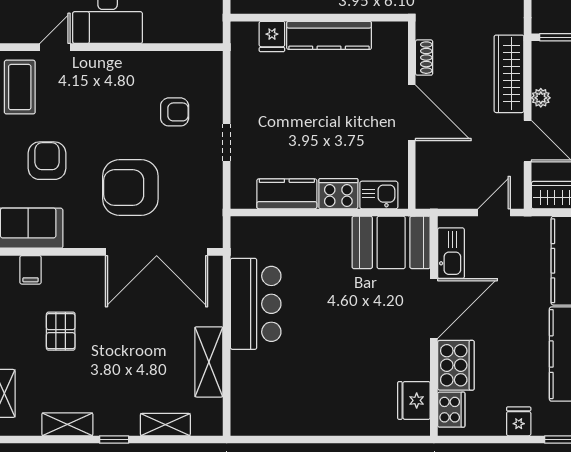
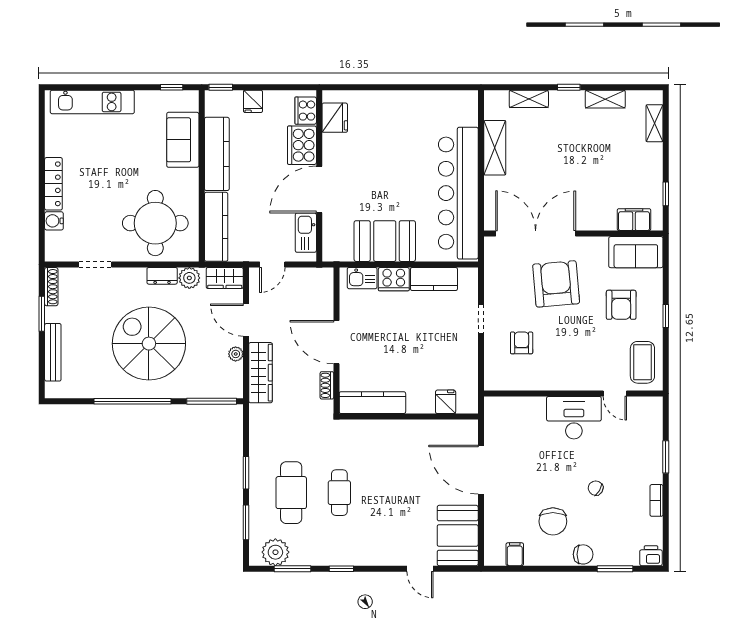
kitchen counter: (329, 35) -> (372, 403), moved
door: (55, 47) -> (615, 393), hinge flipped
armchair: (175, 112) -> (522, 343), turned 90
armchair: (130, 188) -> (556, 284), turned -95
booth: (391, 242) -> (385, 241), moved
filing cabinet: (31, 270) -> (634, 220), width x2.00
bar counter: (256, 304) -> (458, 193), width x1.86
pallet: (61, 331) -> (610, 172), removed

